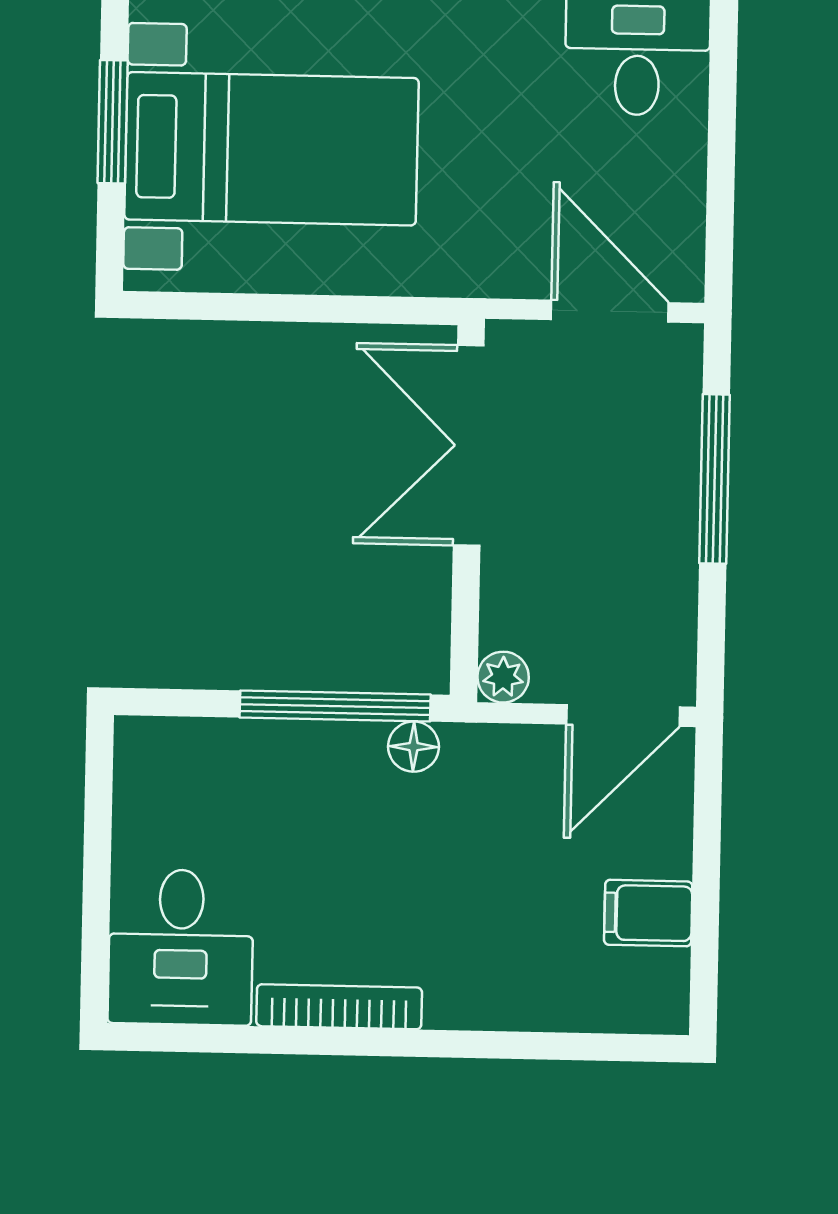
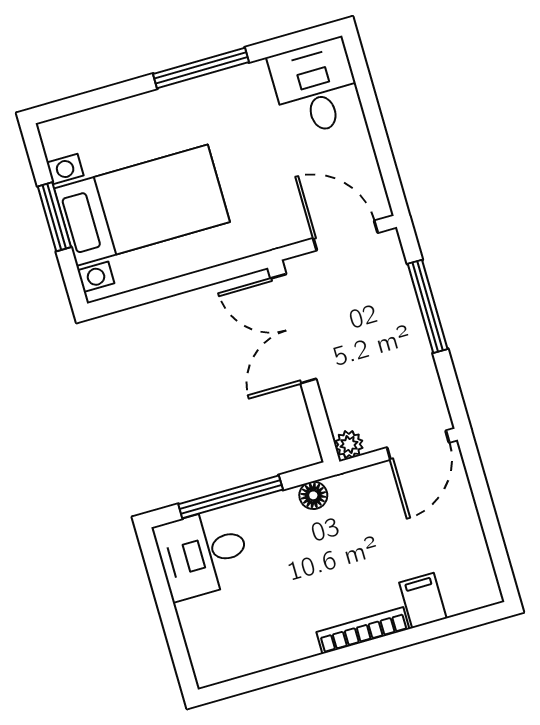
window: (335, 706) -> (231, 497), moved
filing cabinet: (648, 913) -> (423, 600), moved, turned 90
desk: (181, 947) -> (203, 554), moved, turned 90
bookcase: (339, 1007) -> (363, 630), moved

